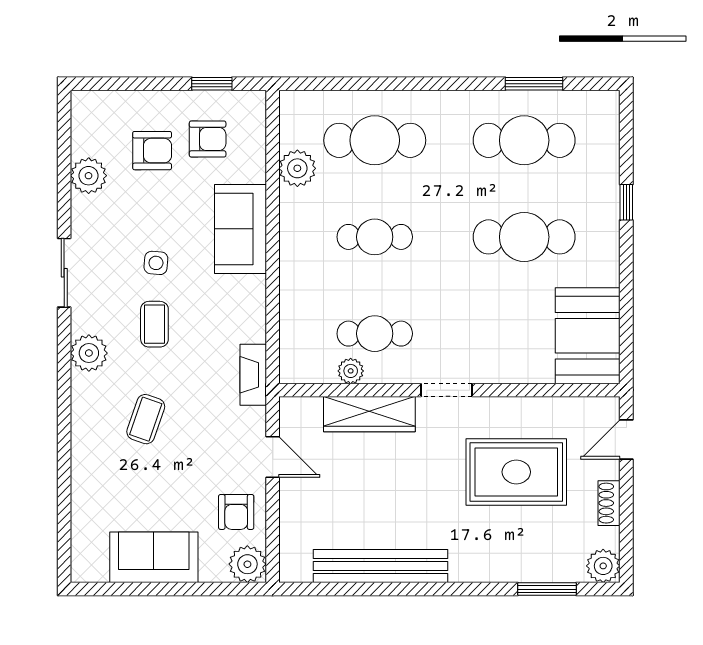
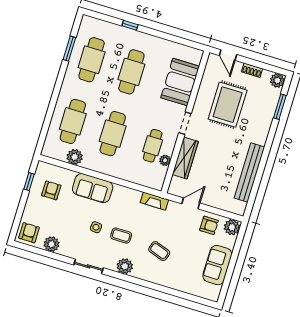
armchair: (152, 151) -> (29, 233), moved
cafe table: (375, 237) -> (113, 134), width x1.37, depth x1.35
booth: (588, 336) -> (180, 82), moved, turned 90

